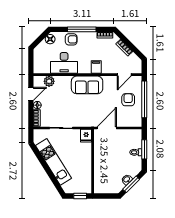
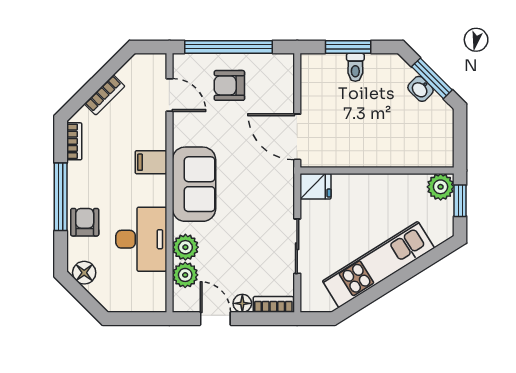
plant: (61, 81) -> (185, 247), added
plant: (86, 188) -> (441, 187), added

